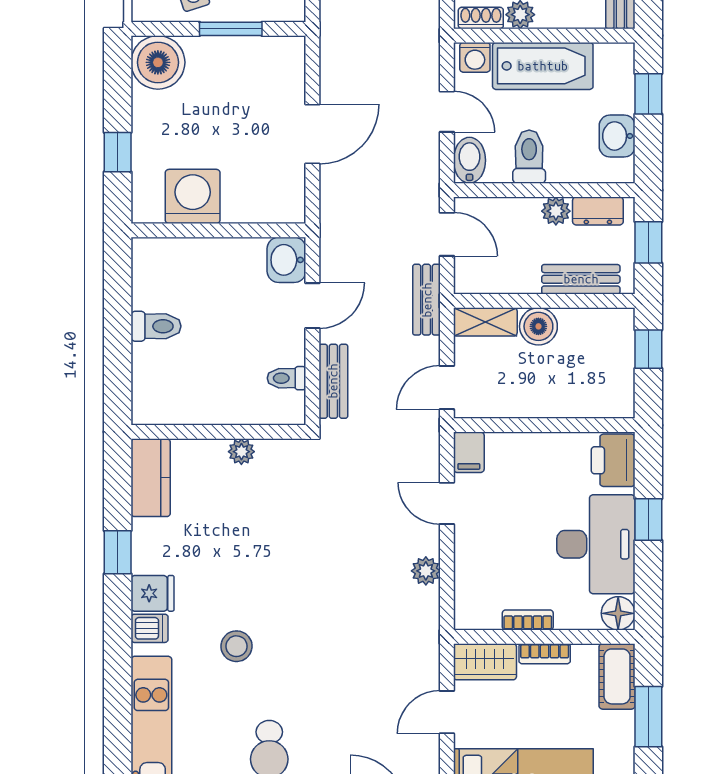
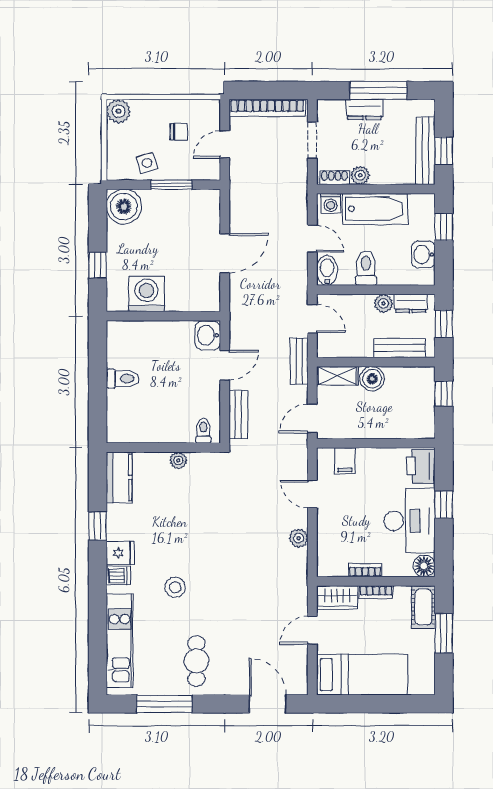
toilet: (287, 378) -> (203, 431), moved, turned 90
filing cabinet: (469, 452) -> (345, 461), moved

